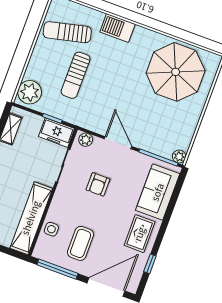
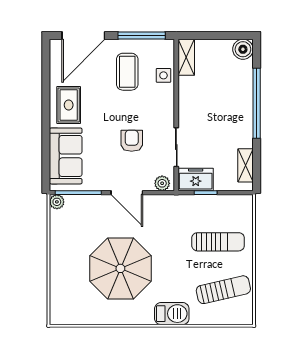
parasol: (176, 72) -> (120, 268), moved
sun lounger: (76, 75) -> (218, 242), moved, turned 90
plant: (30, 92) -> (240, 212), removed
shelving: (31, 218) -> (186, 57), width x0.45, depth x0.75
window: (150, 264) -> (46, 77), removed

